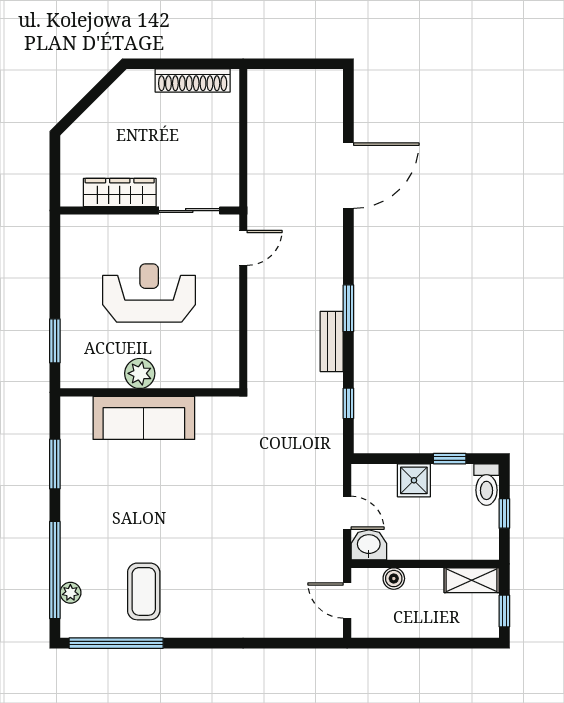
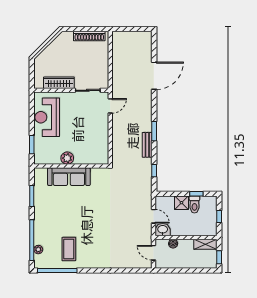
reception desk: (149, 293) -> (47, 117), moved, turned -90
toilet: (486, 485) -> (194, 205), moved

